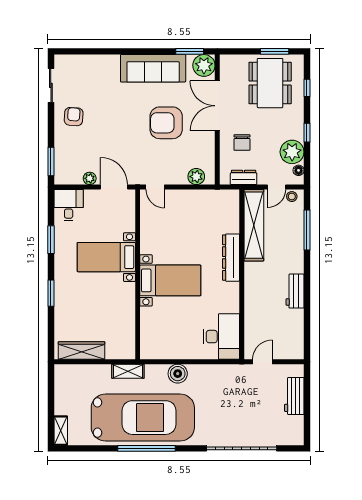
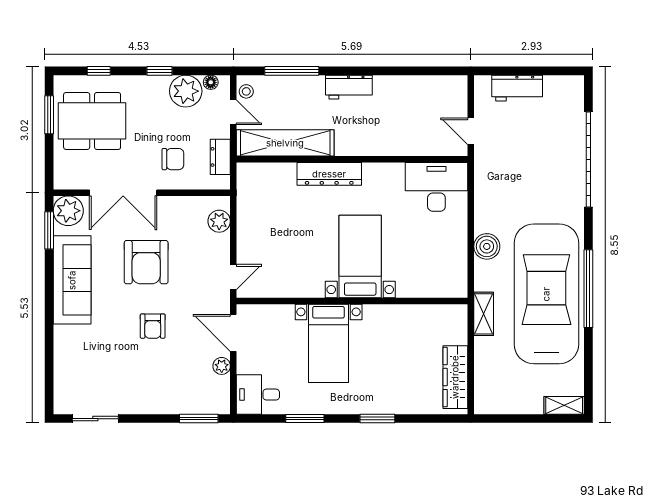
armchair: (74, 117) -> (153, 326), moved, turned -94
door: (114, 187) -> (233, 333), hinge flipped
workbench: (295, 291) -> (349, 87), moved

